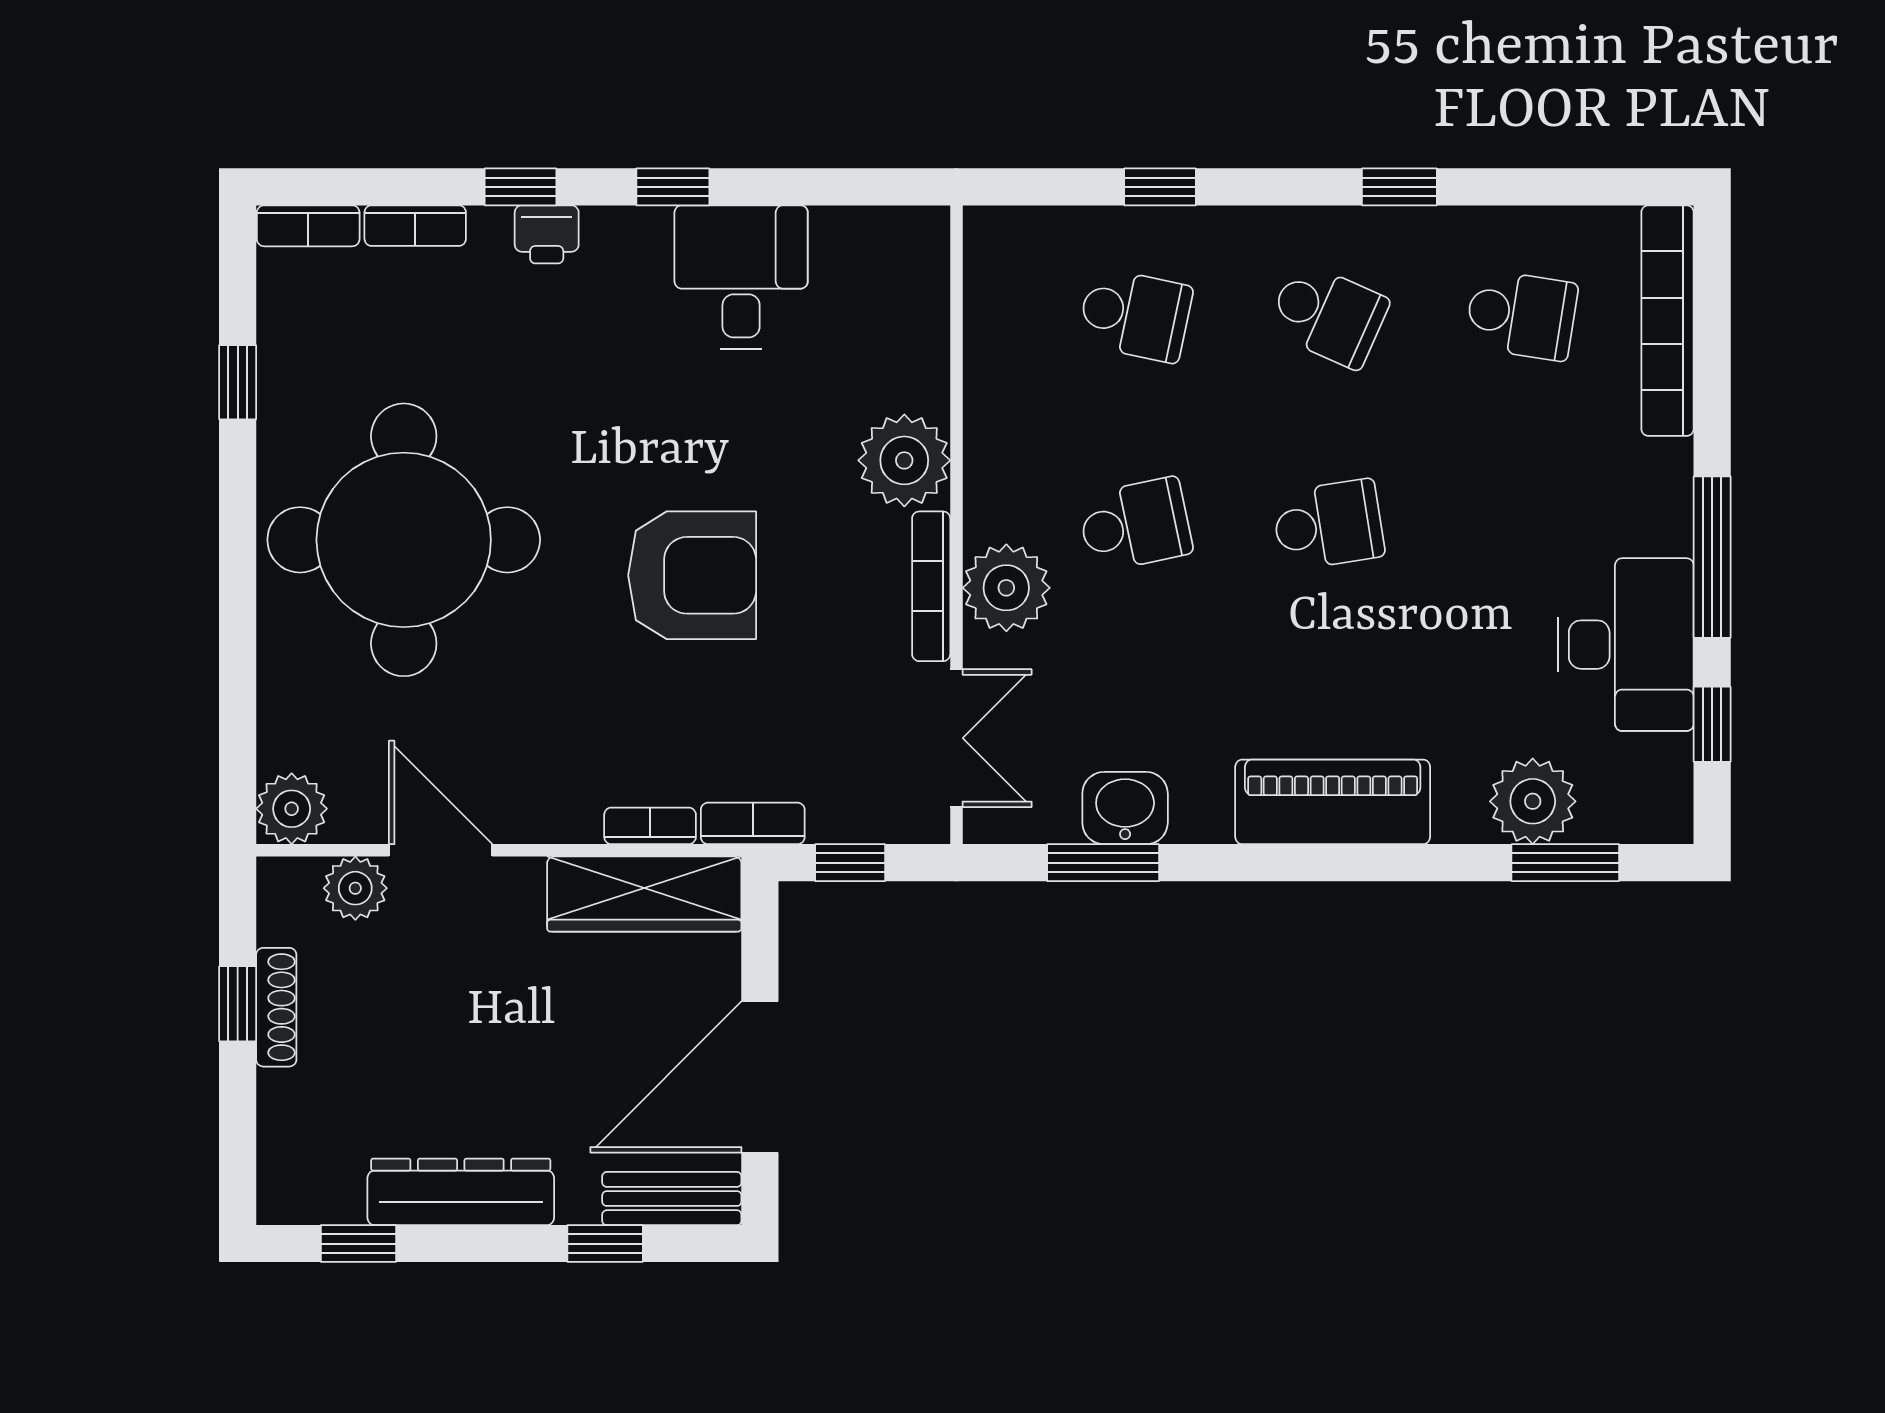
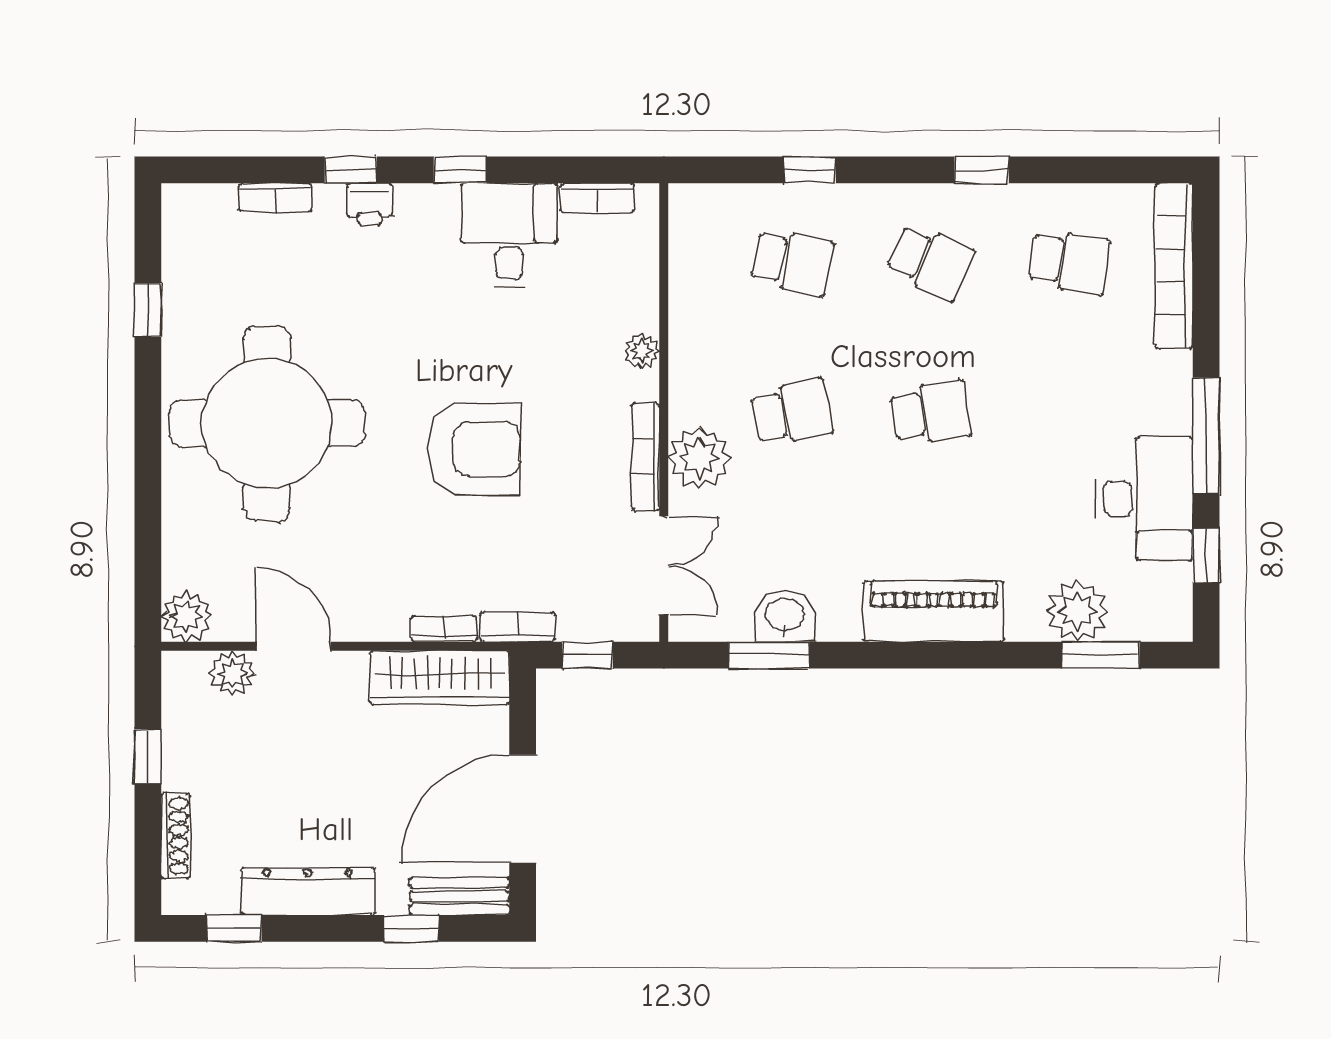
bookcase: (308, 226) -> (597, 198), moved
plant: (904, 460) -> (642, 351), width x0.53, depth x0.53
shoe rack: (276, 1007) -> (175, 836), moved

